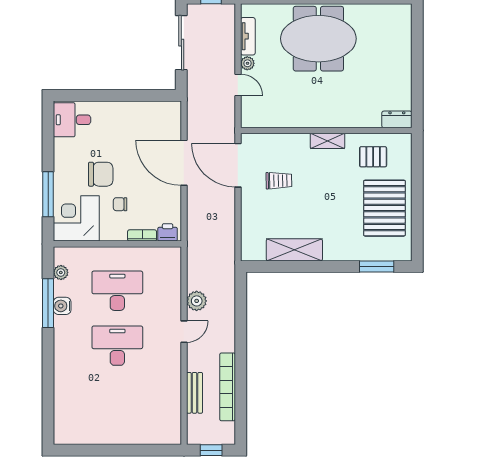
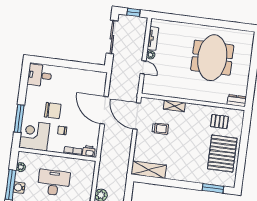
meeting table: (318, 39) -> (212, 58), moved, turned 90
shelving: (327, 141) -> (174, 106), moved
shelving: (294, 250) -> (149, 170), moved

